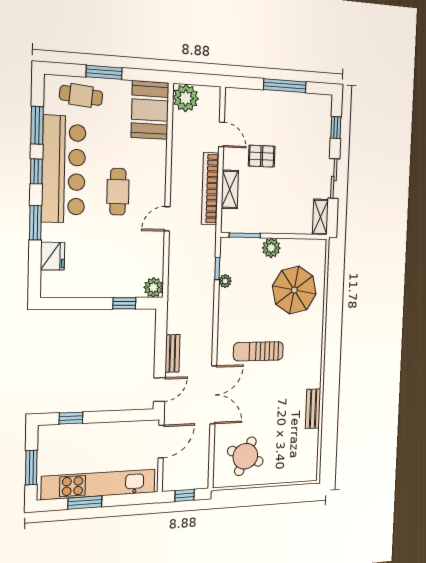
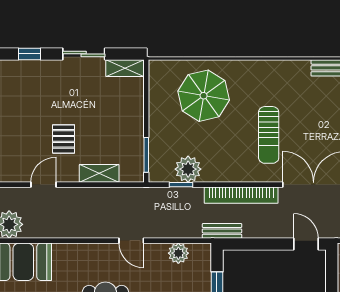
bookcase: (210, 189) -> (241, 195), moved
plant: (271, 248) -> (159, 124), removed
plant: (225, 281) -> (188, 169), width x1.88, depth x1.88
plant: (153, 287) -> (178, 253), moved
bench: (172, 353) -> (222, 231), moved

